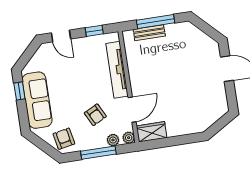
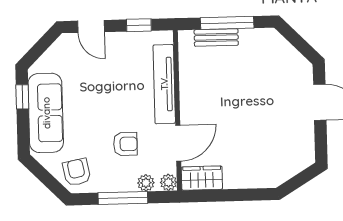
armchair: (95, 115) -> (125, 144), turned -63

